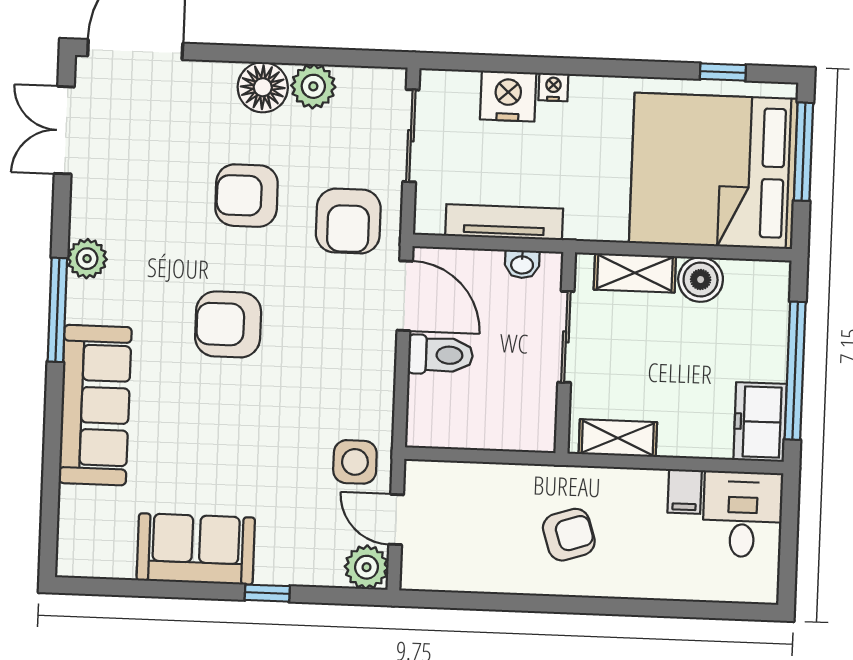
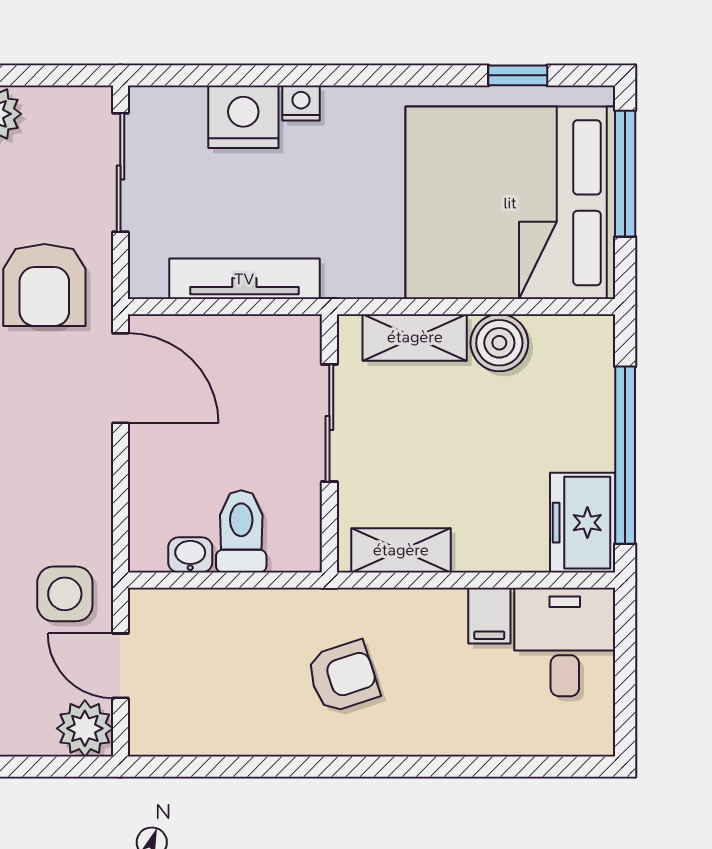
washbasin: (522, 264) -> (190, 555), moved, turned 180
toilet: (440, 355) -> (241, 531), moved, turned -90

